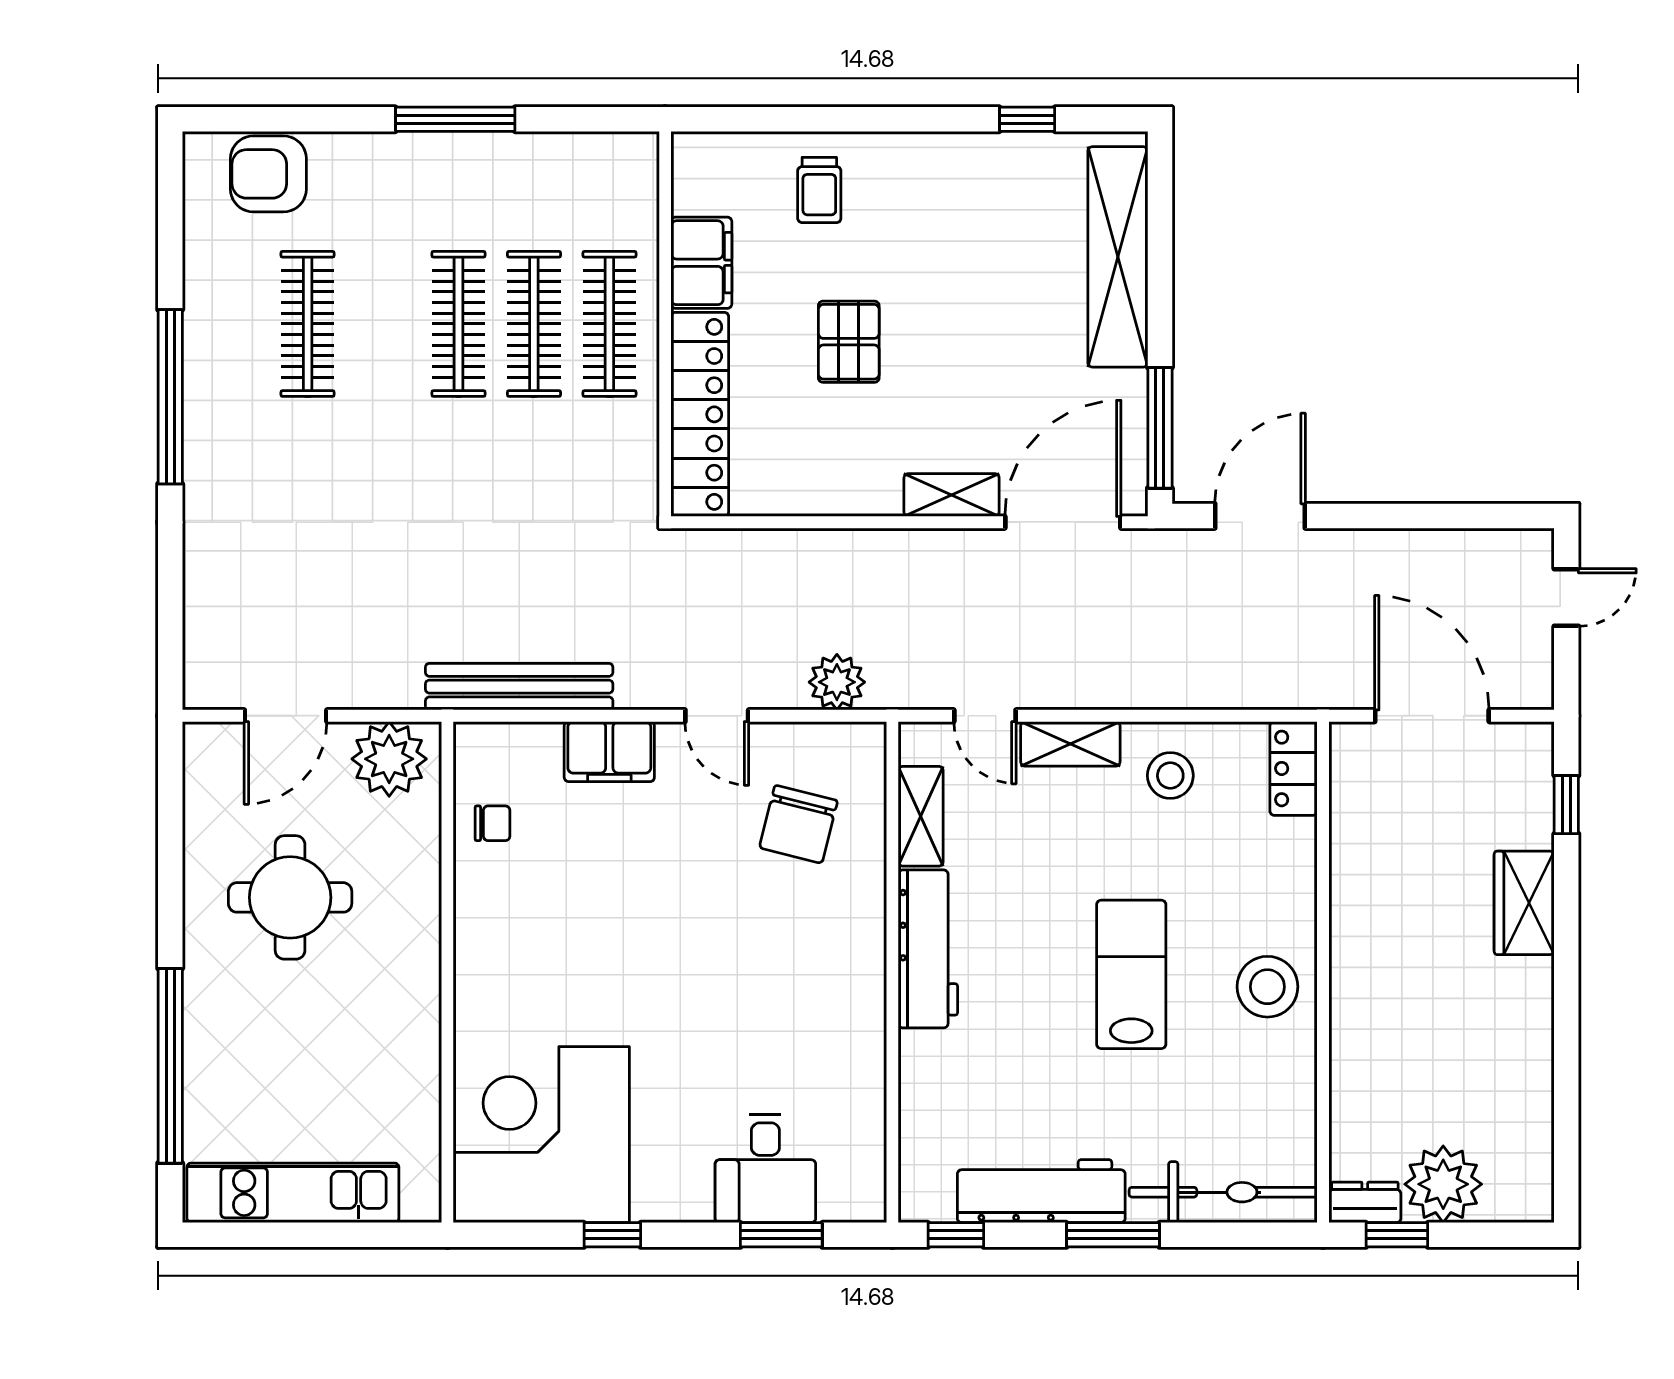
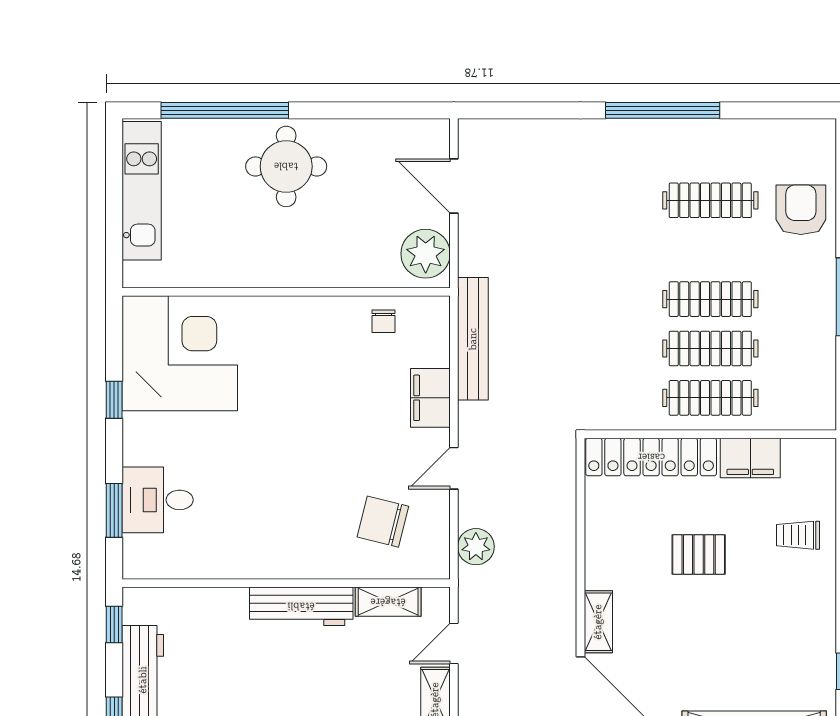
armchair: (268, 174) -> (801, 210), moved
round table: (290, 897) -> (286, 166), moved

